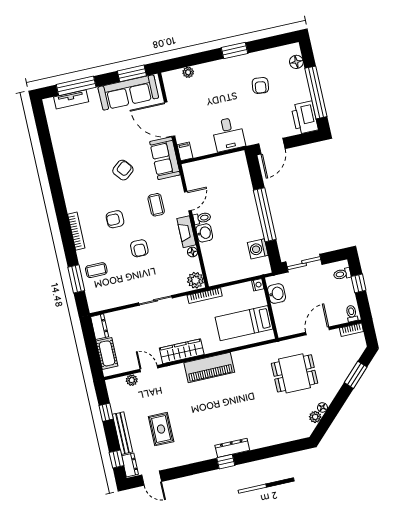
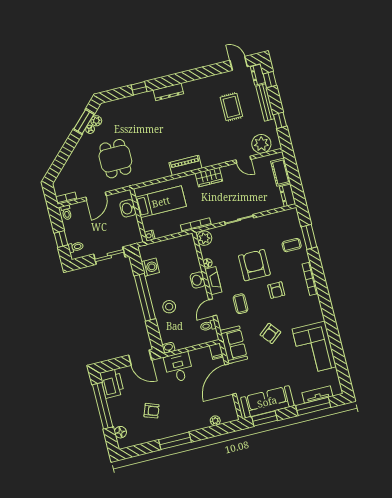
window: (235, 51) -> (175, 441), width x1.44
armchair: (260, 85) -> (152, 411), turned 103
door: (170, 119) -> (231, 379), swing flipped
door: (272, 146) -> (140, 358), swing flipped
corner sofa: (74, 152) -> (314, 348), added
washbasin: (239, 157) -> (169, 348), added
stool: (237, 203) -> (169, 307), added
toilet: (202, 218) -> (208, 326), moved
armchair: (115, 219) -> (276, 290), turned 90
armchair: (139, 248) -> (254, 265), width x1.88, depth x1.88
washbasin: (277, 294) -> (128, 208), moved
wardrobe: (182, 351) -> (209, 177), width x0.67
piano: (209, 368) -> (185, 165), width x0.73, depth x0.75
dining table: (295, 373) -> (115, 159), turned 90
window: (356, 375) -> (84, 122), moved
plant: (132, 380) -> (261, 144), width x1.88, depth x1.88
window: (226, 462) -> (139, 88), moved

